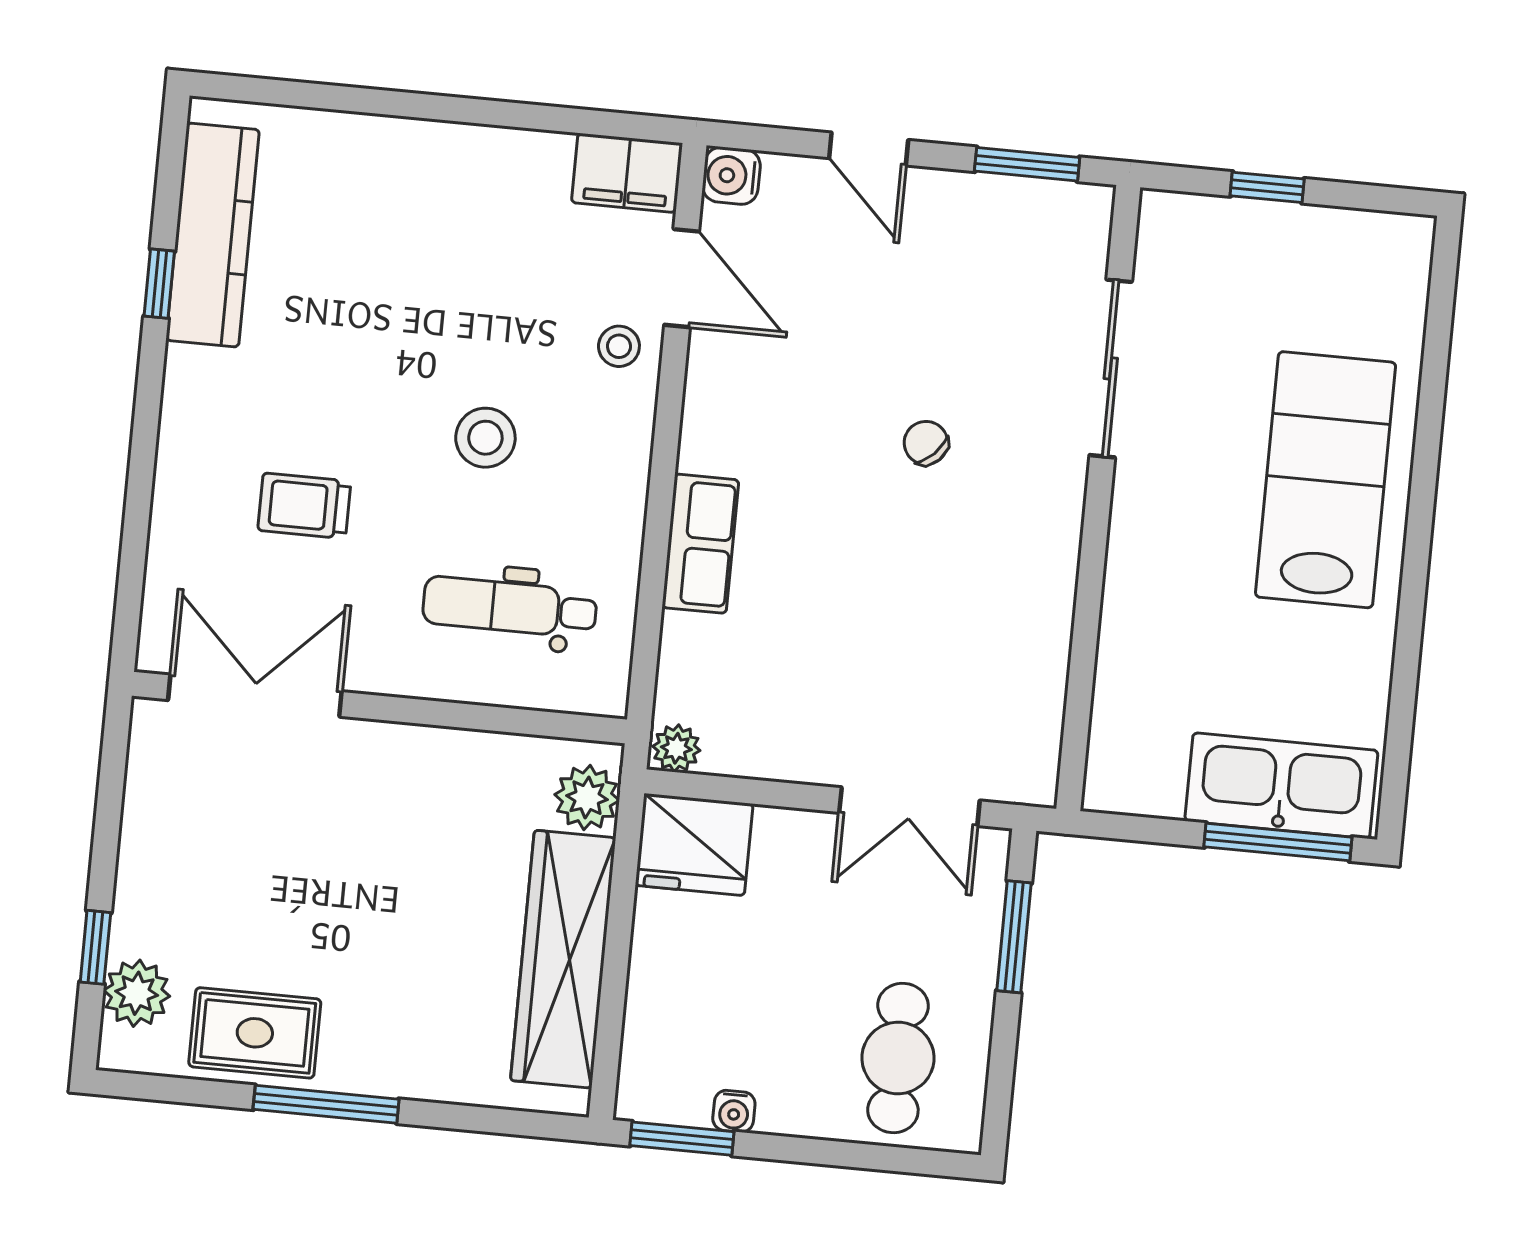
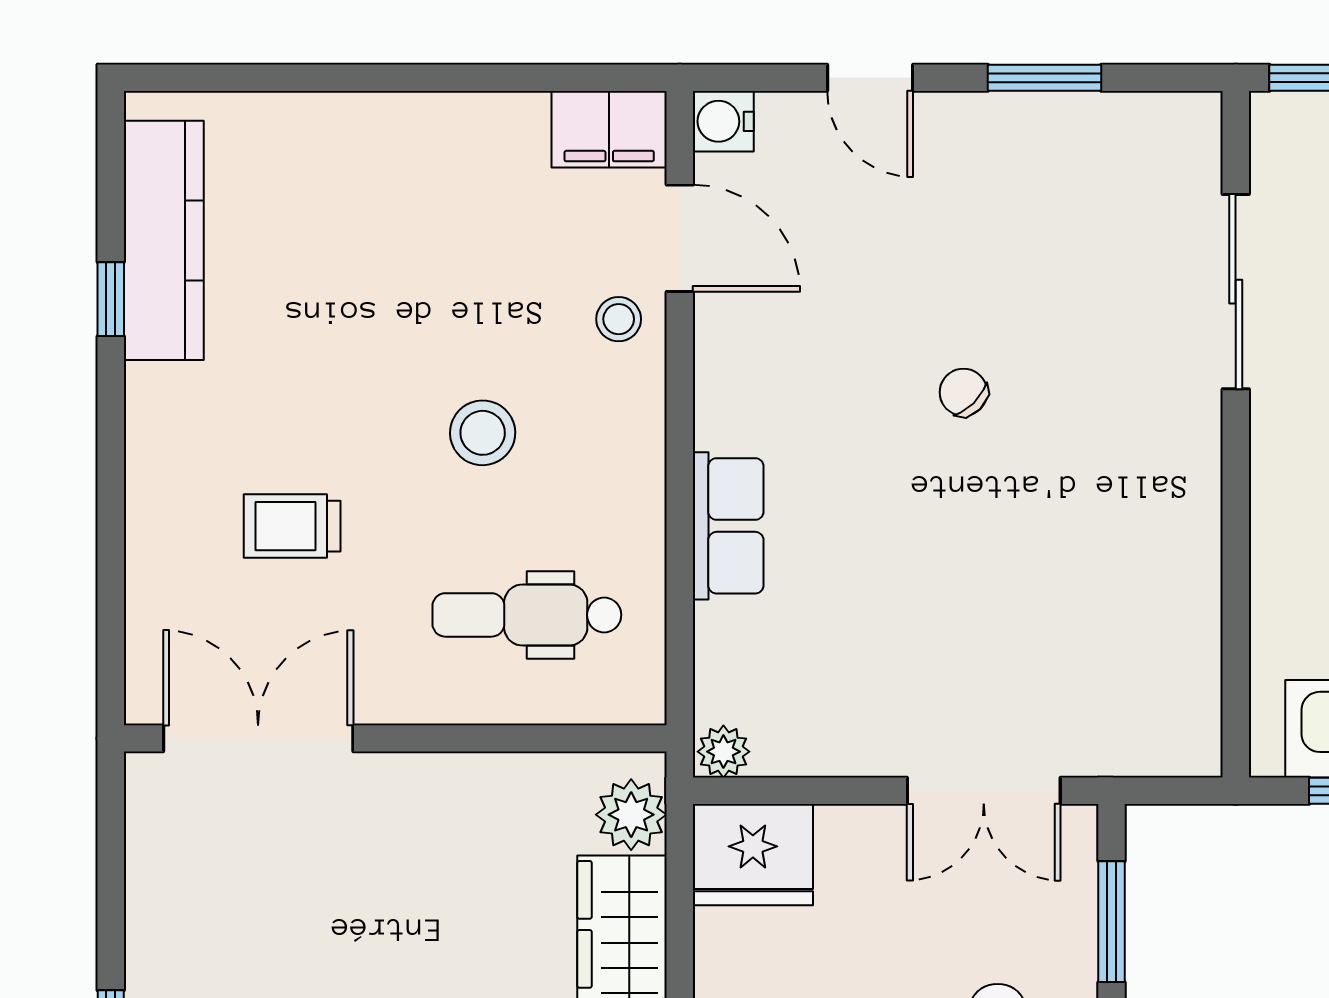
sliding door: (1111, 368) -> (1236, 292), moved
wall: (1098, 498) -> (1236, 434), moved

